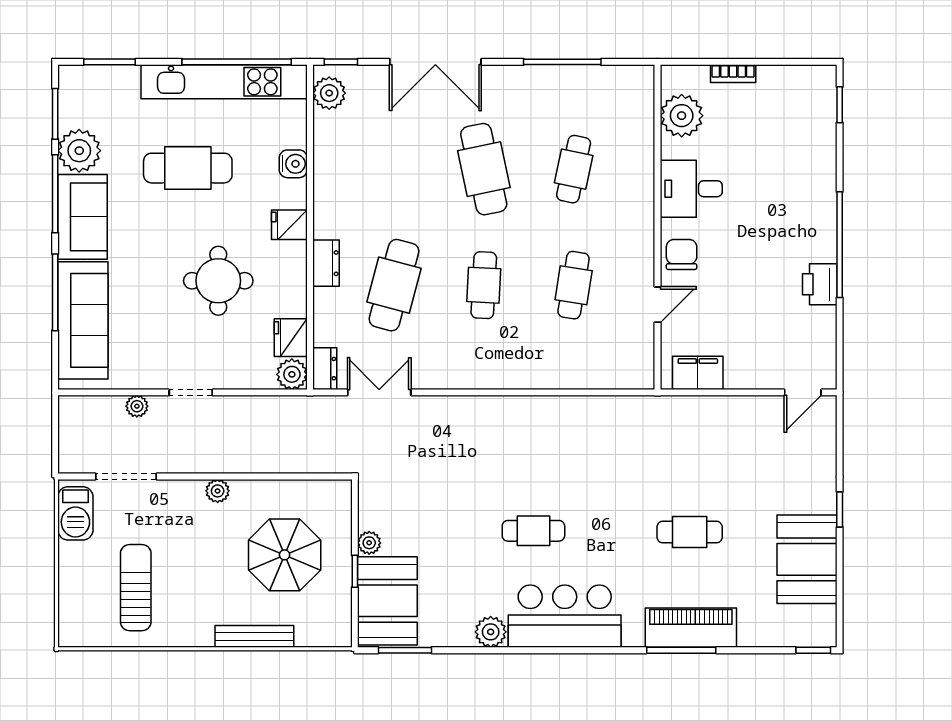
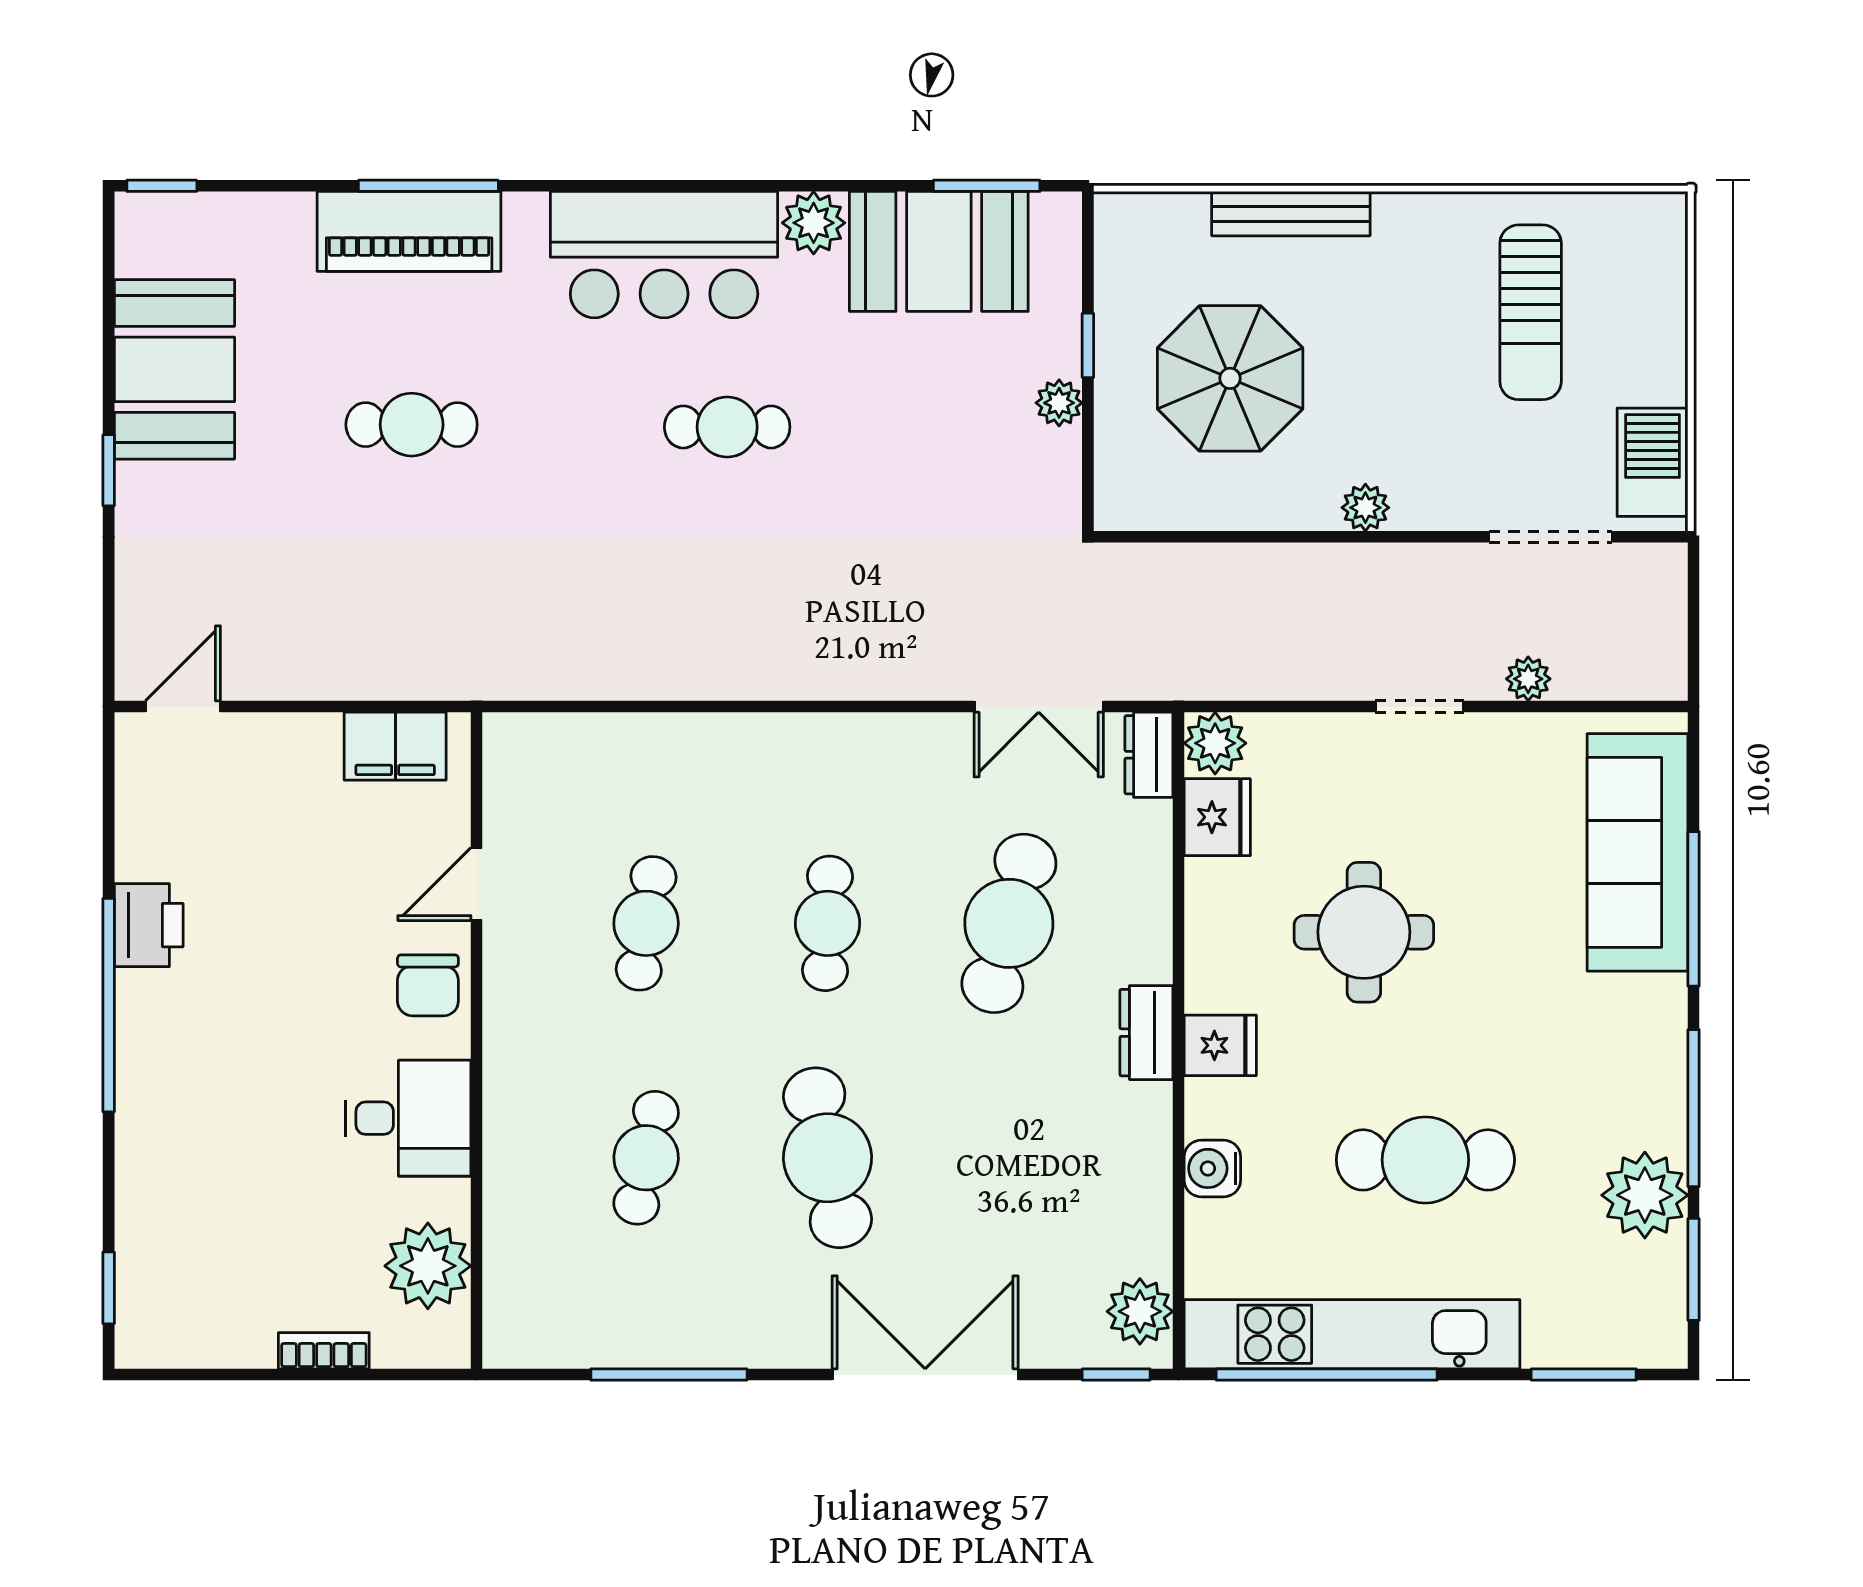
sofa: (82, 217) -> (1638, 1061), removed
dresser: (326, 263) -> (1146, 1033), moved
booth: (387, 601) -> (939, 251), moved, turned 90

